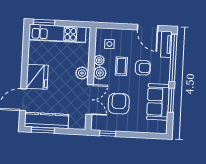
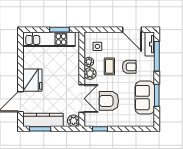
window: (44, 22) -> (59, 30), moved
window: (173, 58) -> (157, 56), width x0.68
plant: (82, 73) -> (73, 121), moved
armchair: (119, 104) -> (109, 101), turned -90

